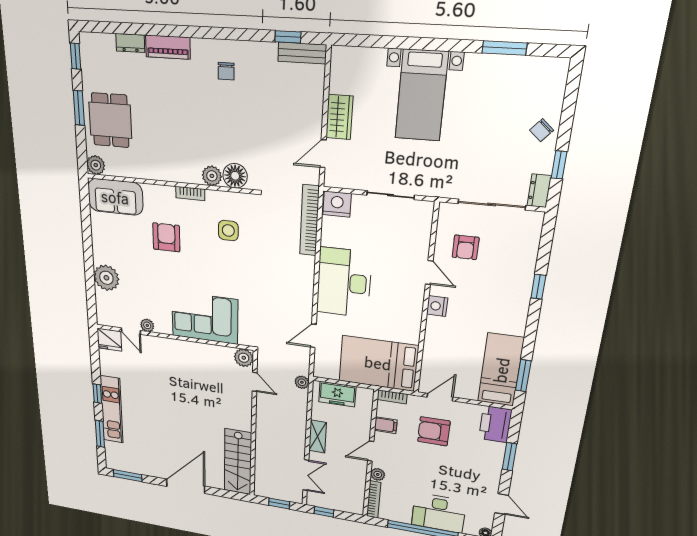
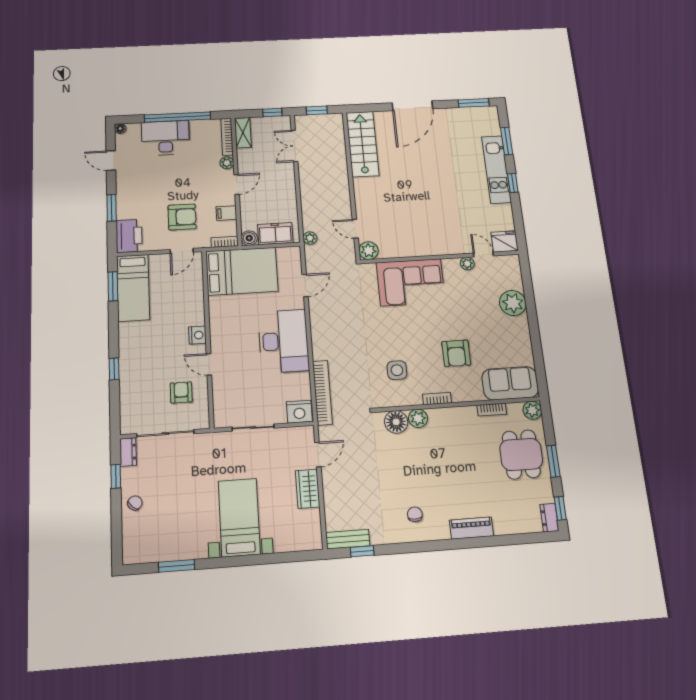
dresser: (130, 43) -> (549, 518), moved, turned -90
bookcase: (136, 173) -> (492, 410), added
boiler: (365, 395) -> (249, 238), added
shelving: (318, 437) -> (243, 133), moved

